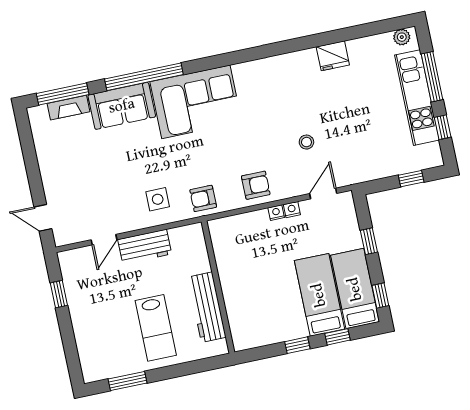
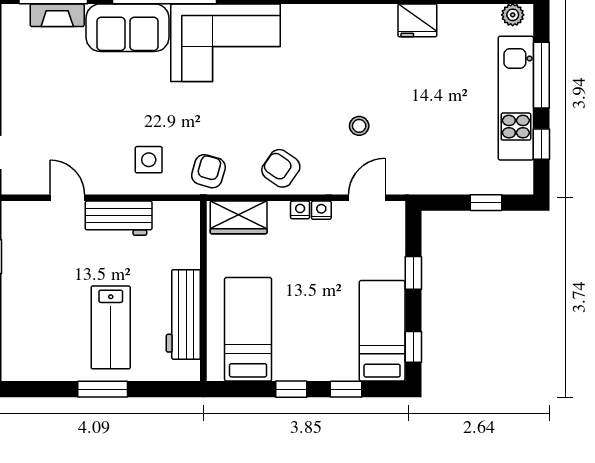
armchair: (256, 185) -> (281, 168), turned -145
armchair: (203, 198) -> (208, 171), turned 106
wardrobe: (232, 228) -> (239, 217), added
door: (104, 240) -> (67, 198), swing flipped
bed: (319, 295) -> (248, 329), moved
window: (128, 381) -> (103, 389), moved

